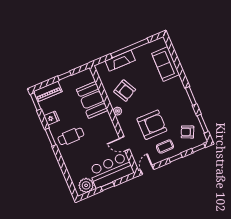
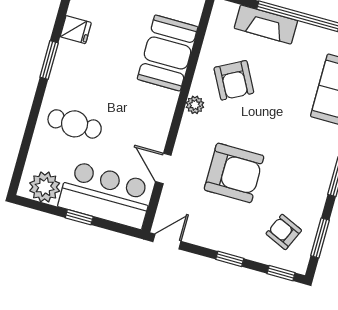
cafe table: (71, 136) -> (75, 124), moved
coffee table: (165, 147) -> (227, 226), removed

